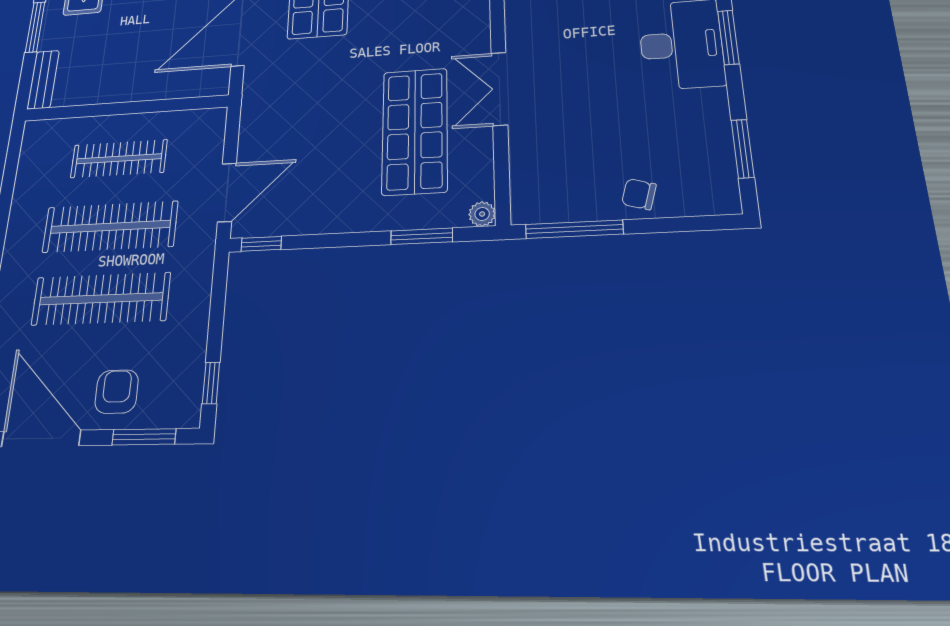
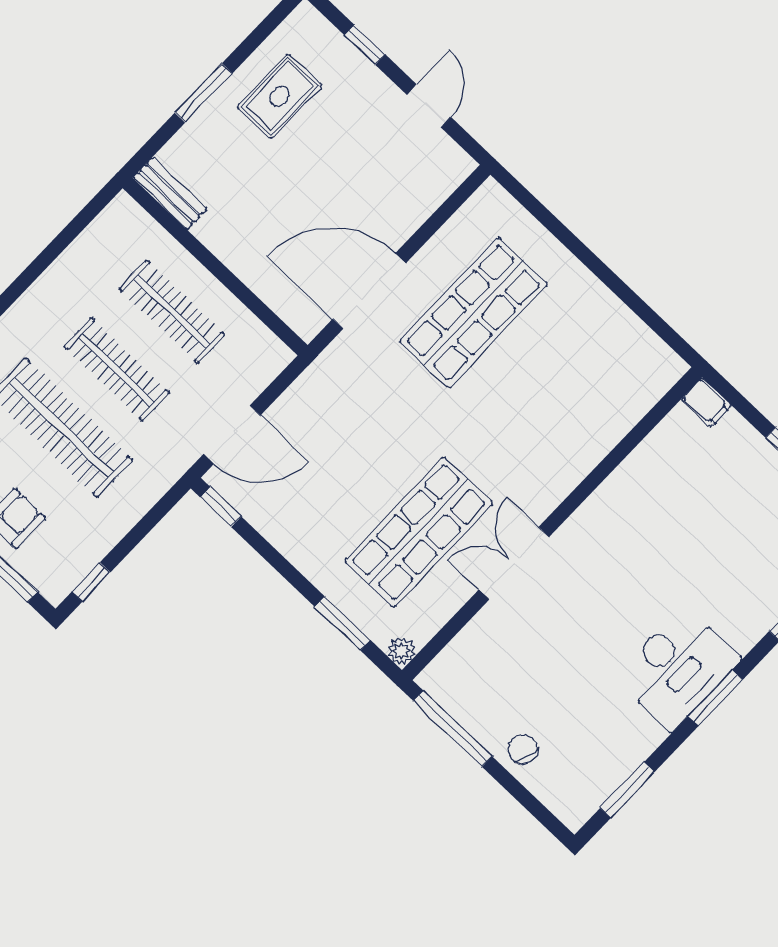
bench: (43, 80) -> (170, 193), moved, turned 90
clothes rail: (110, 227) -> (117, 370), width x0.73, depth x0.76

